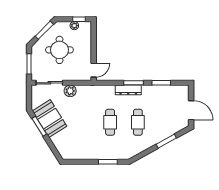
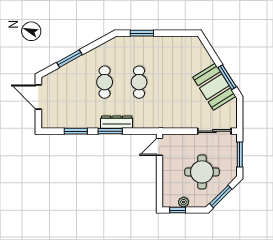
plant: (70, 91) -> (189, 121), removed

